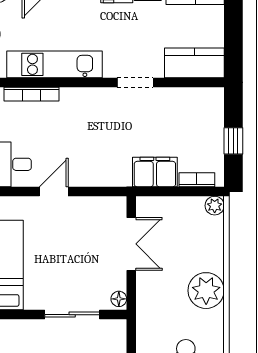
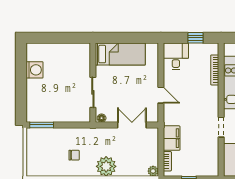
door: (54, 191) -> (161, 95), moved
double door: (131, 244) -> (132, 125), swing flipped

